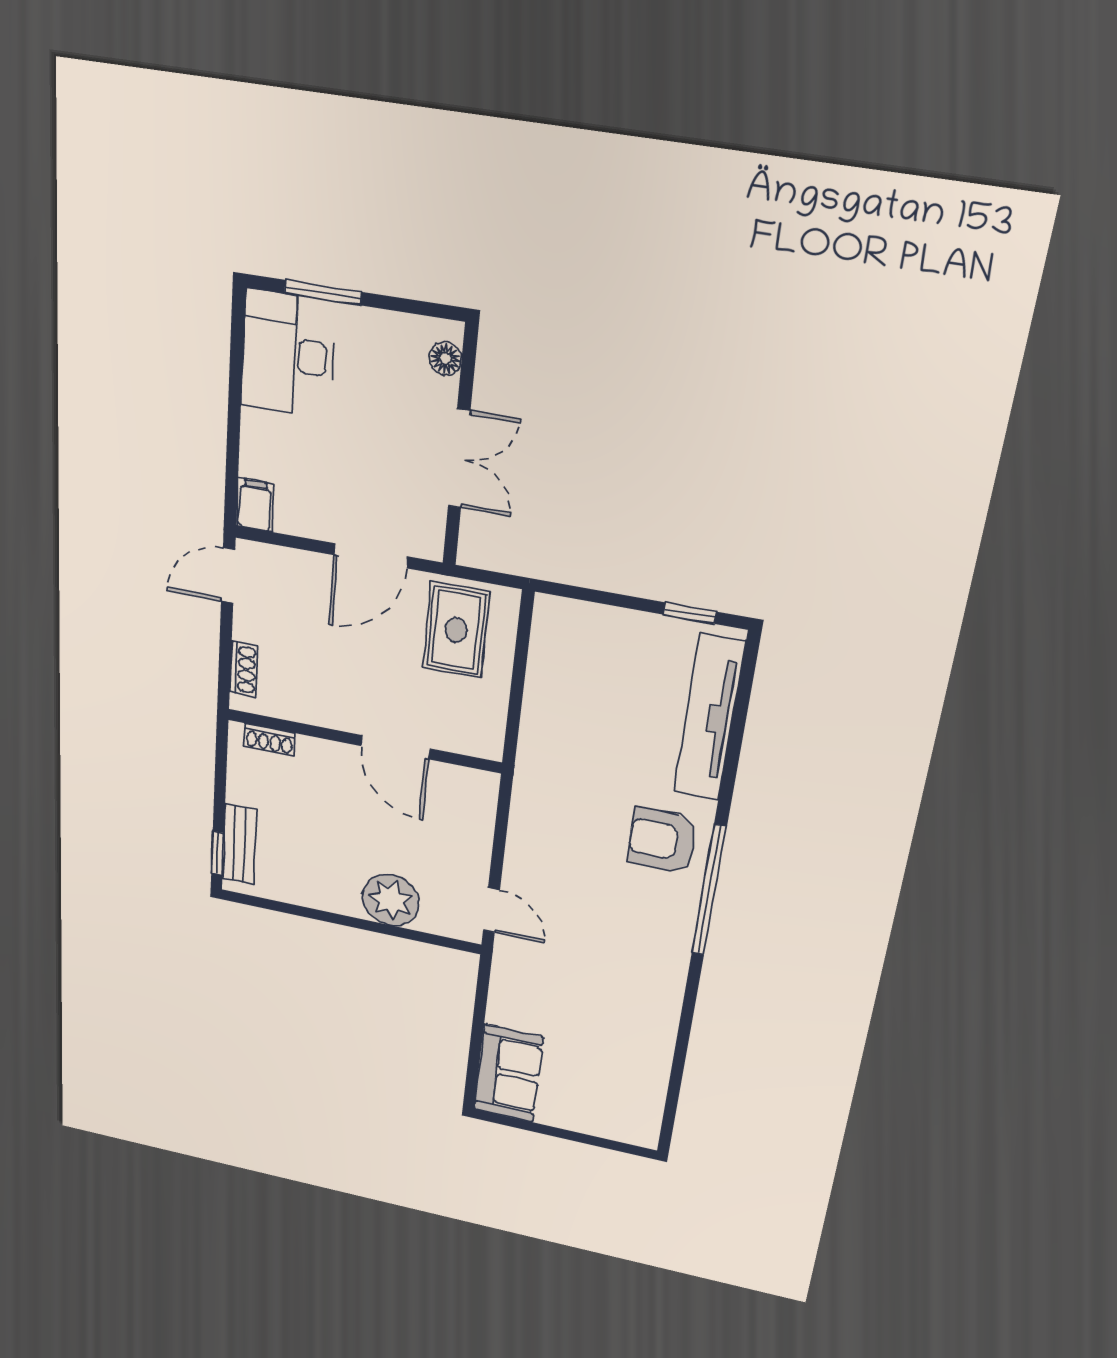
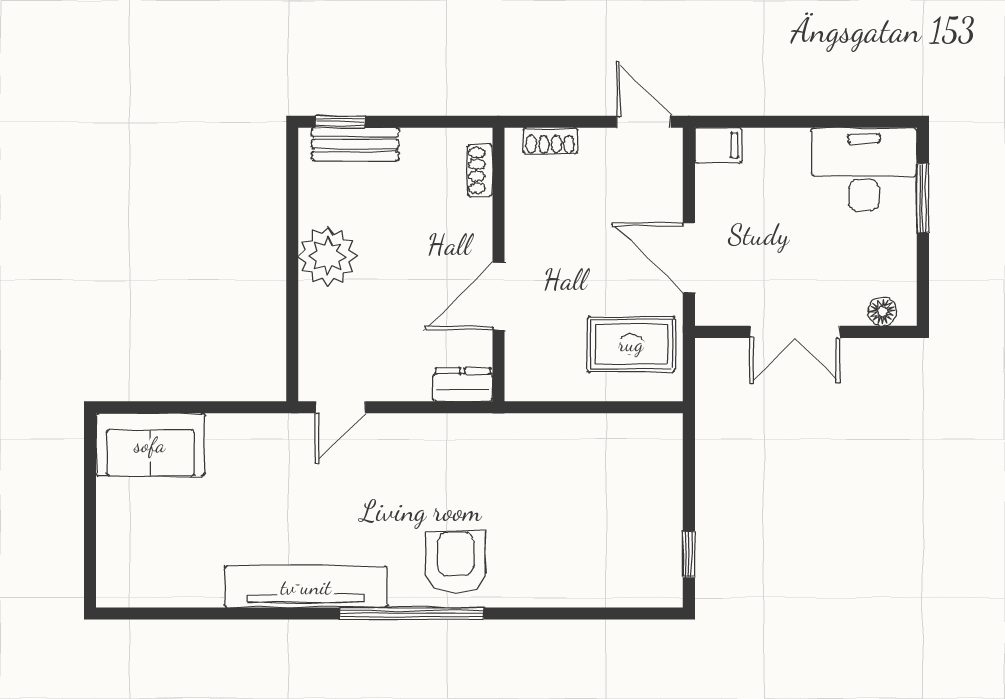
tv unit: (709, 718) -> (306, 587), moved
dresser: (481, 797) -> (463, 385), added
plant: (390, 900) -> (328, 256), moved

